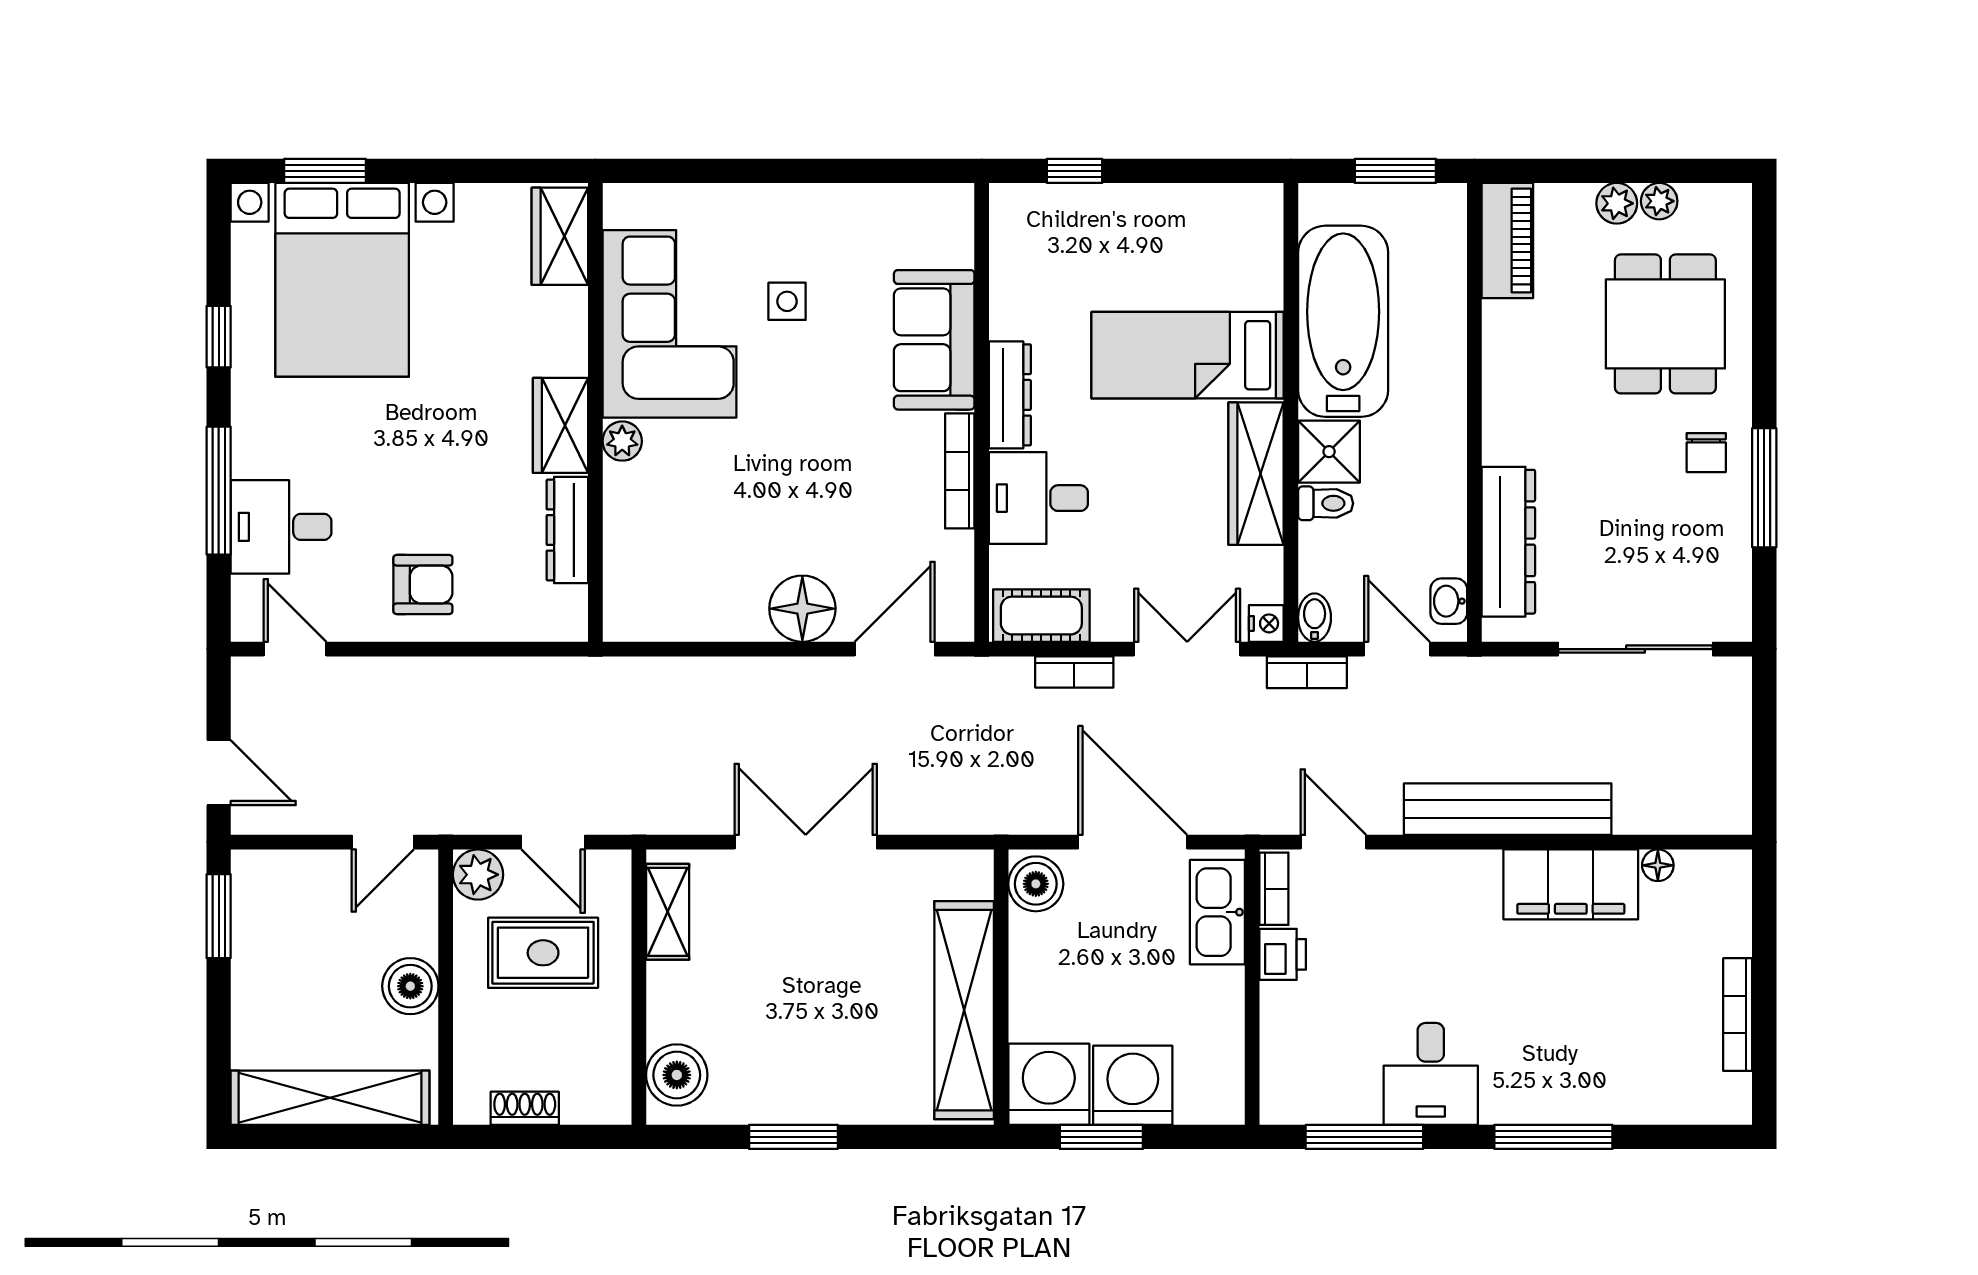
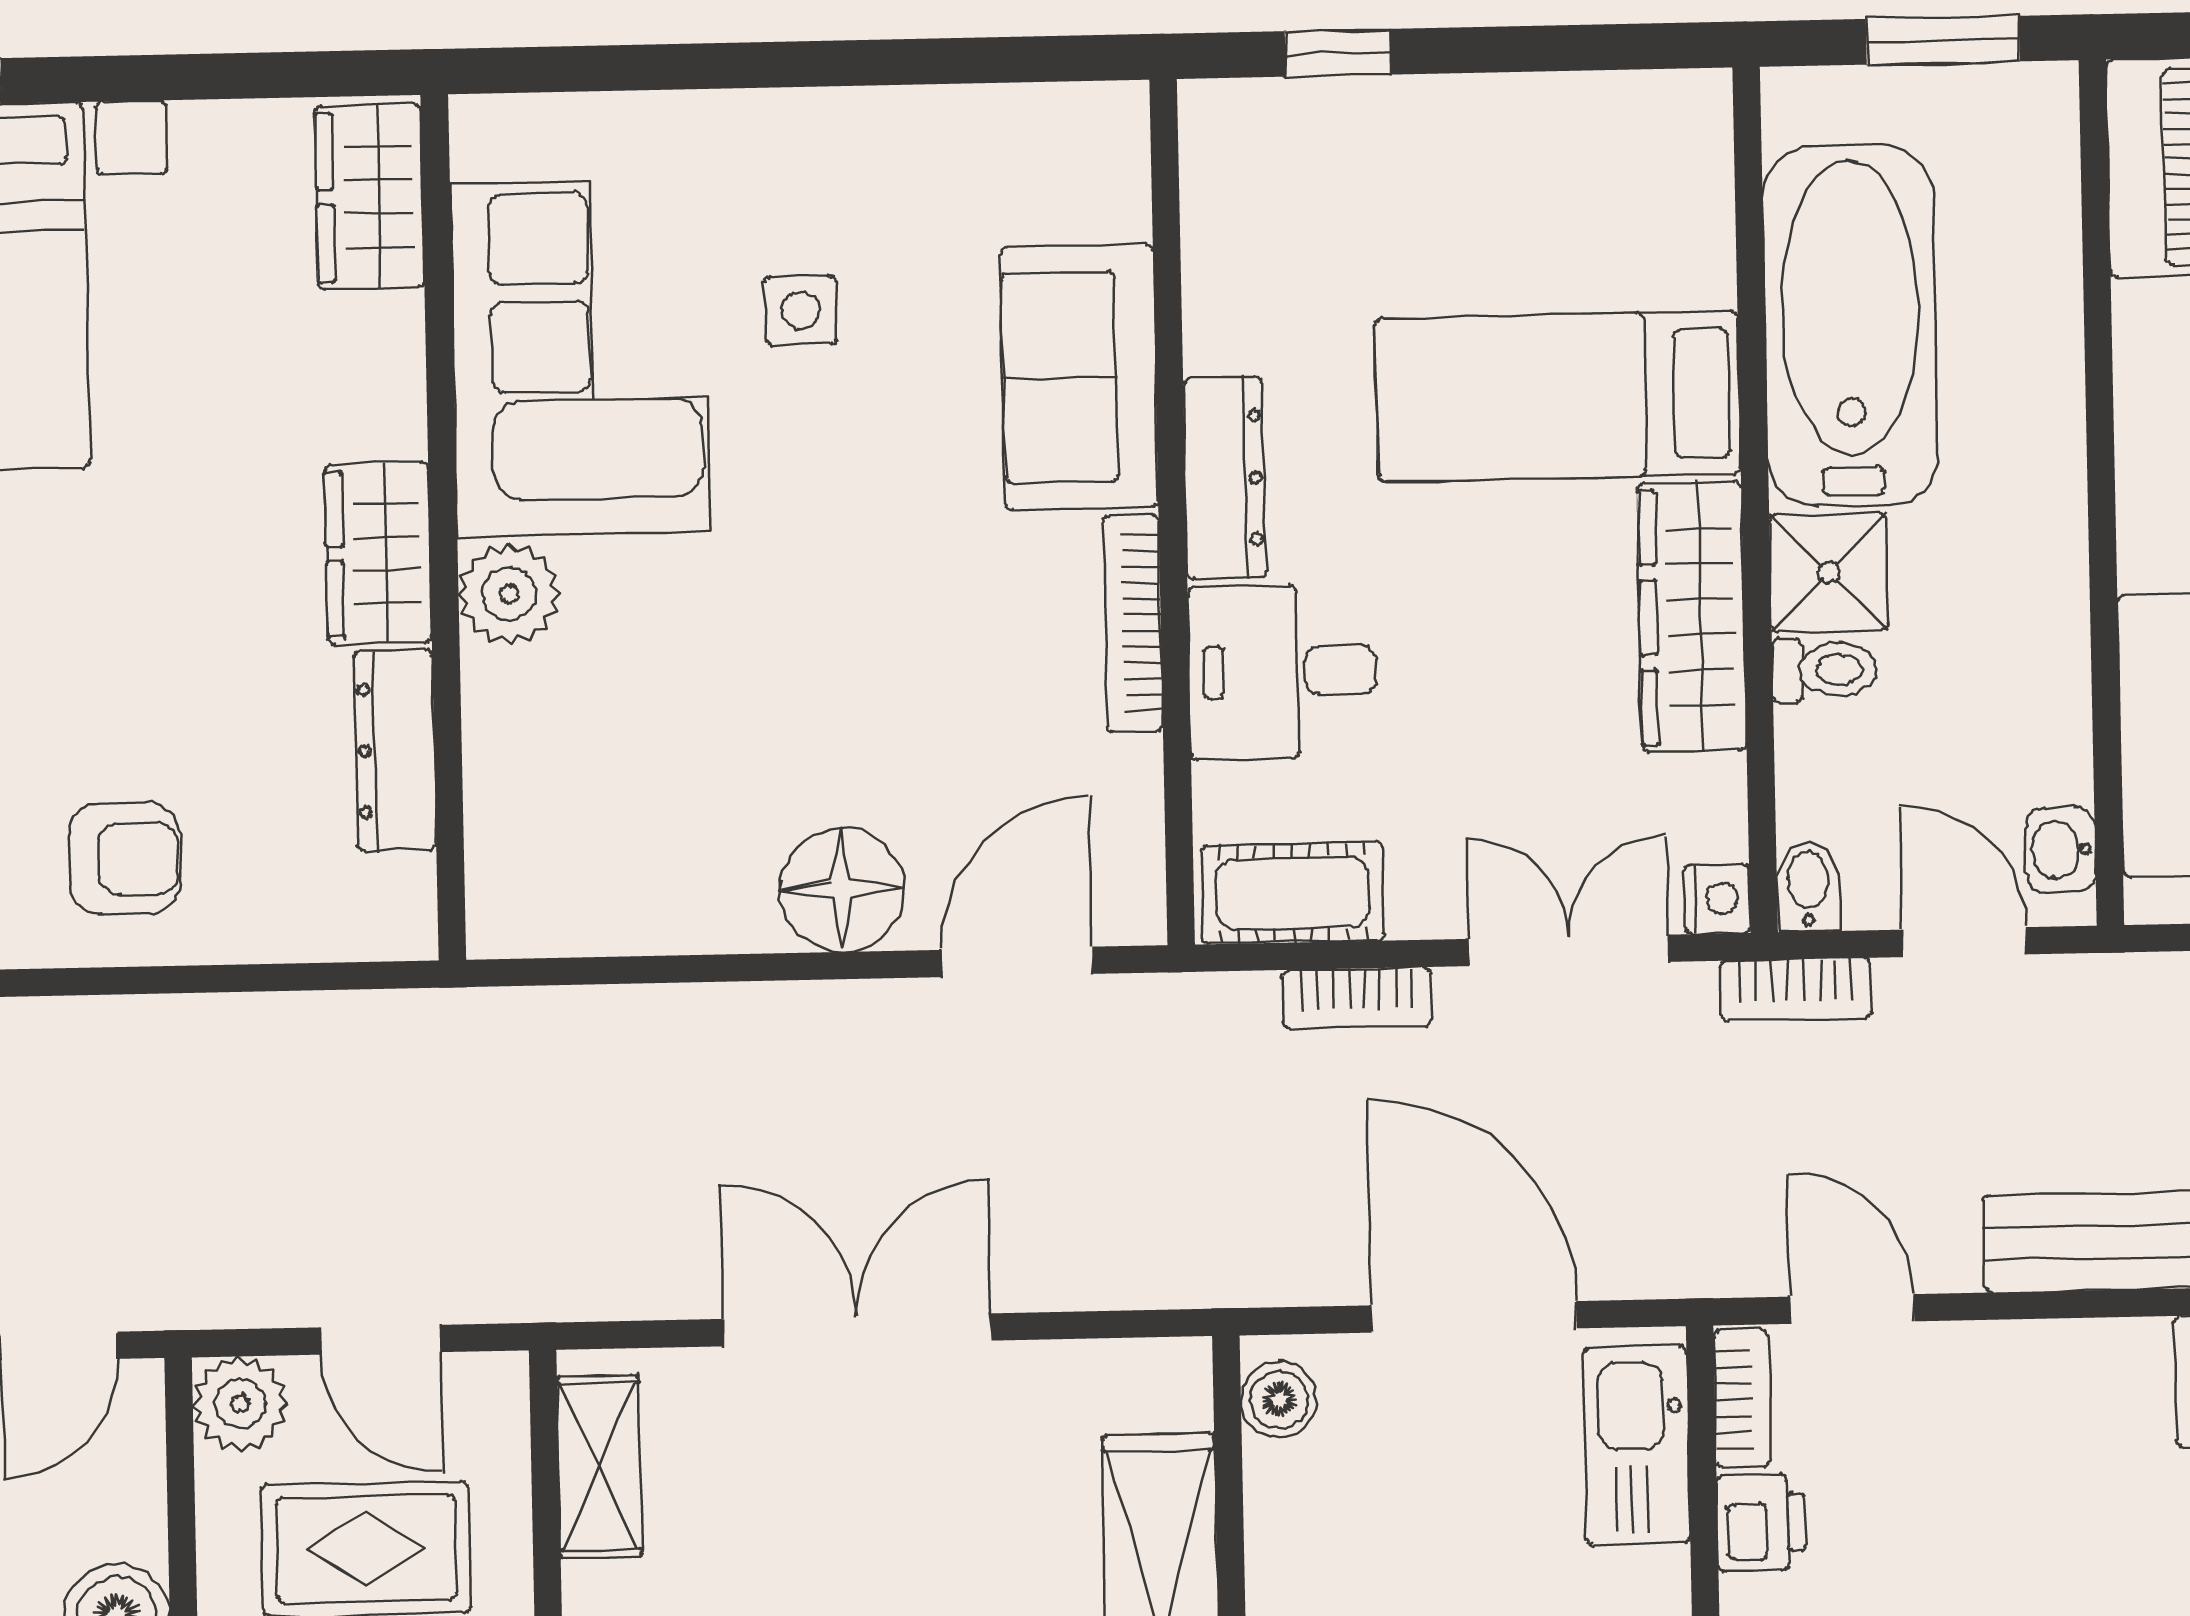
plant: (622, 441) -> (509, 594), width x1.38, depth x1.38
boiler: (1036, 884) -> (1279, 1400), width x0.73, depth x0.73

